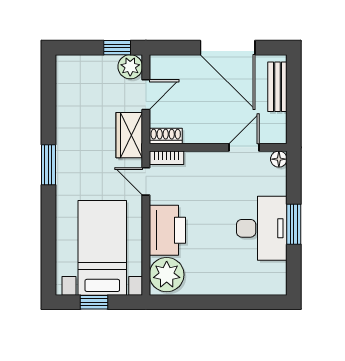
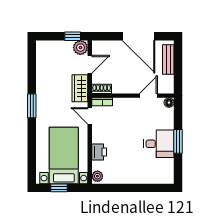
desk: (262, 228) -> (159, 144), width x0.73
printer: (167, 230) -> (99, 152), width x0.53, depth x0.68
plant: (167, 275) -> (97, 176), width x0.53, depth x0.53

